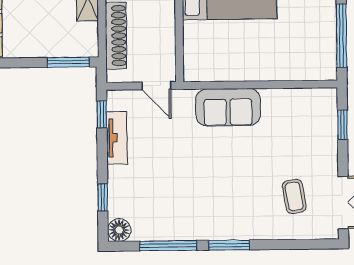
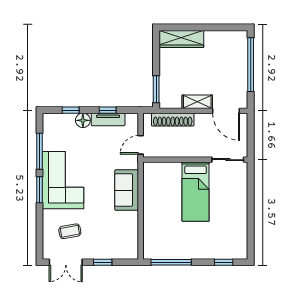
window: (102, 114) -> (108, 110), moved
window: (342, 125) -> (103, 262), moved
corner sofa: (213, 208) -> (63, 180), added
floor lamp: (119, 230) -> (83, 120), moved

